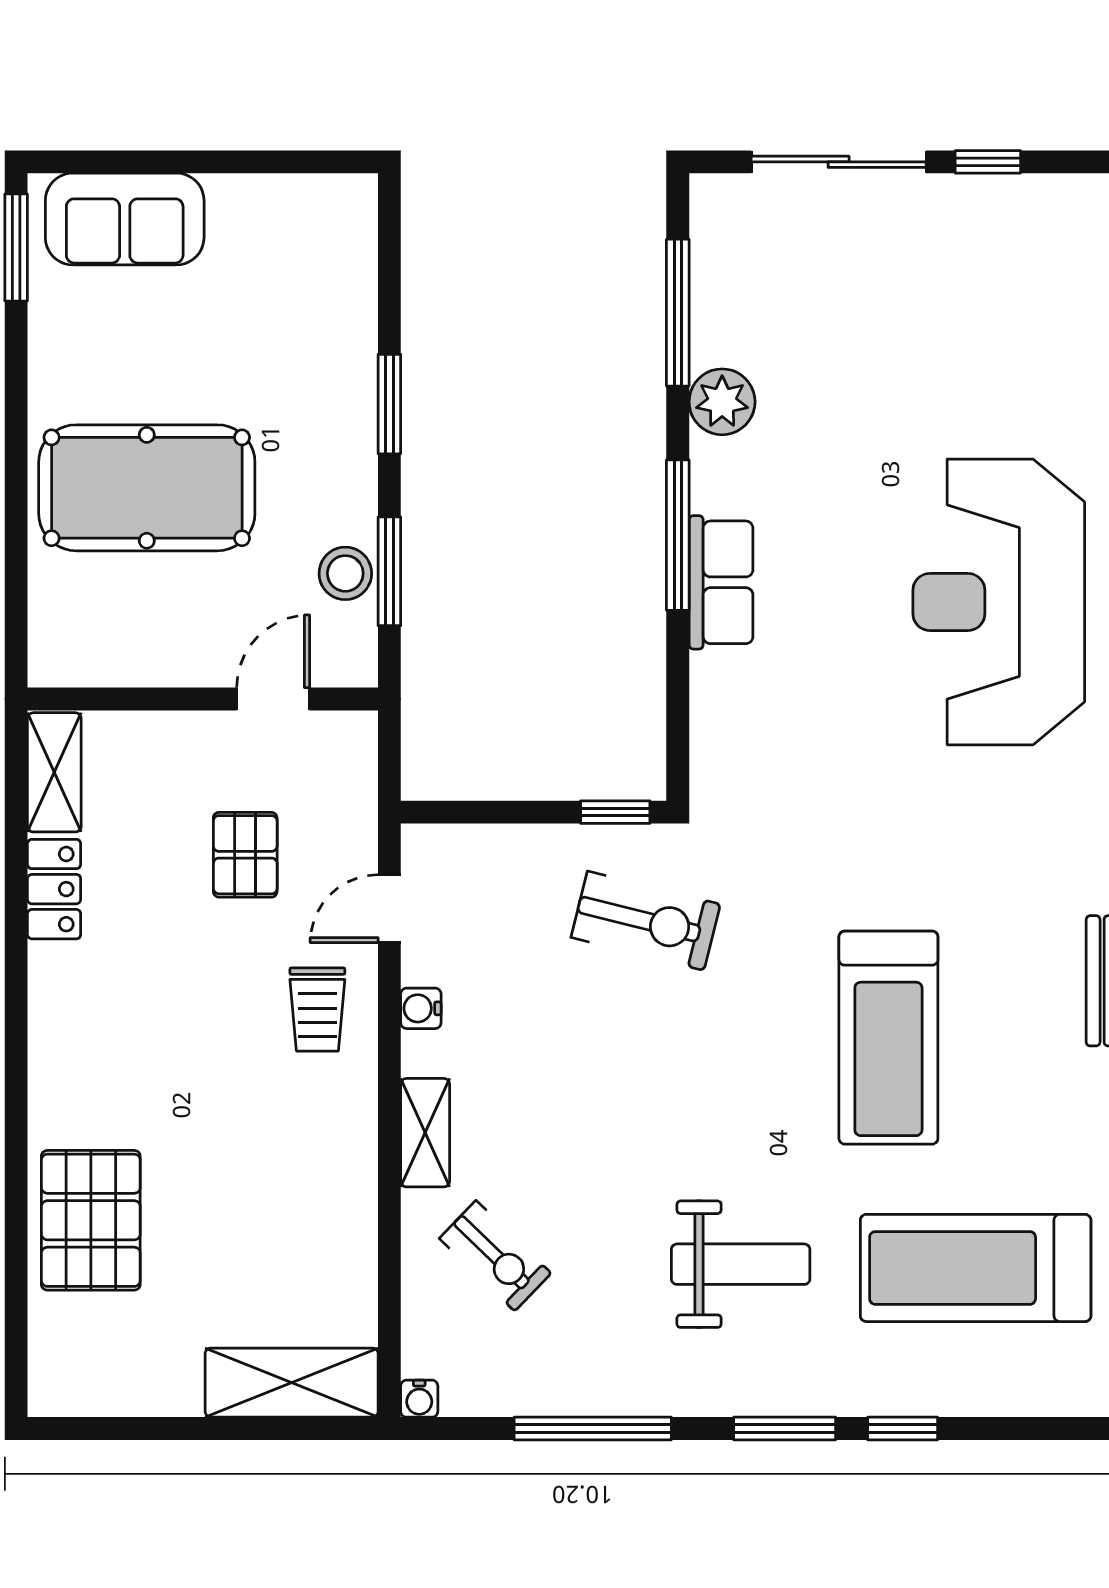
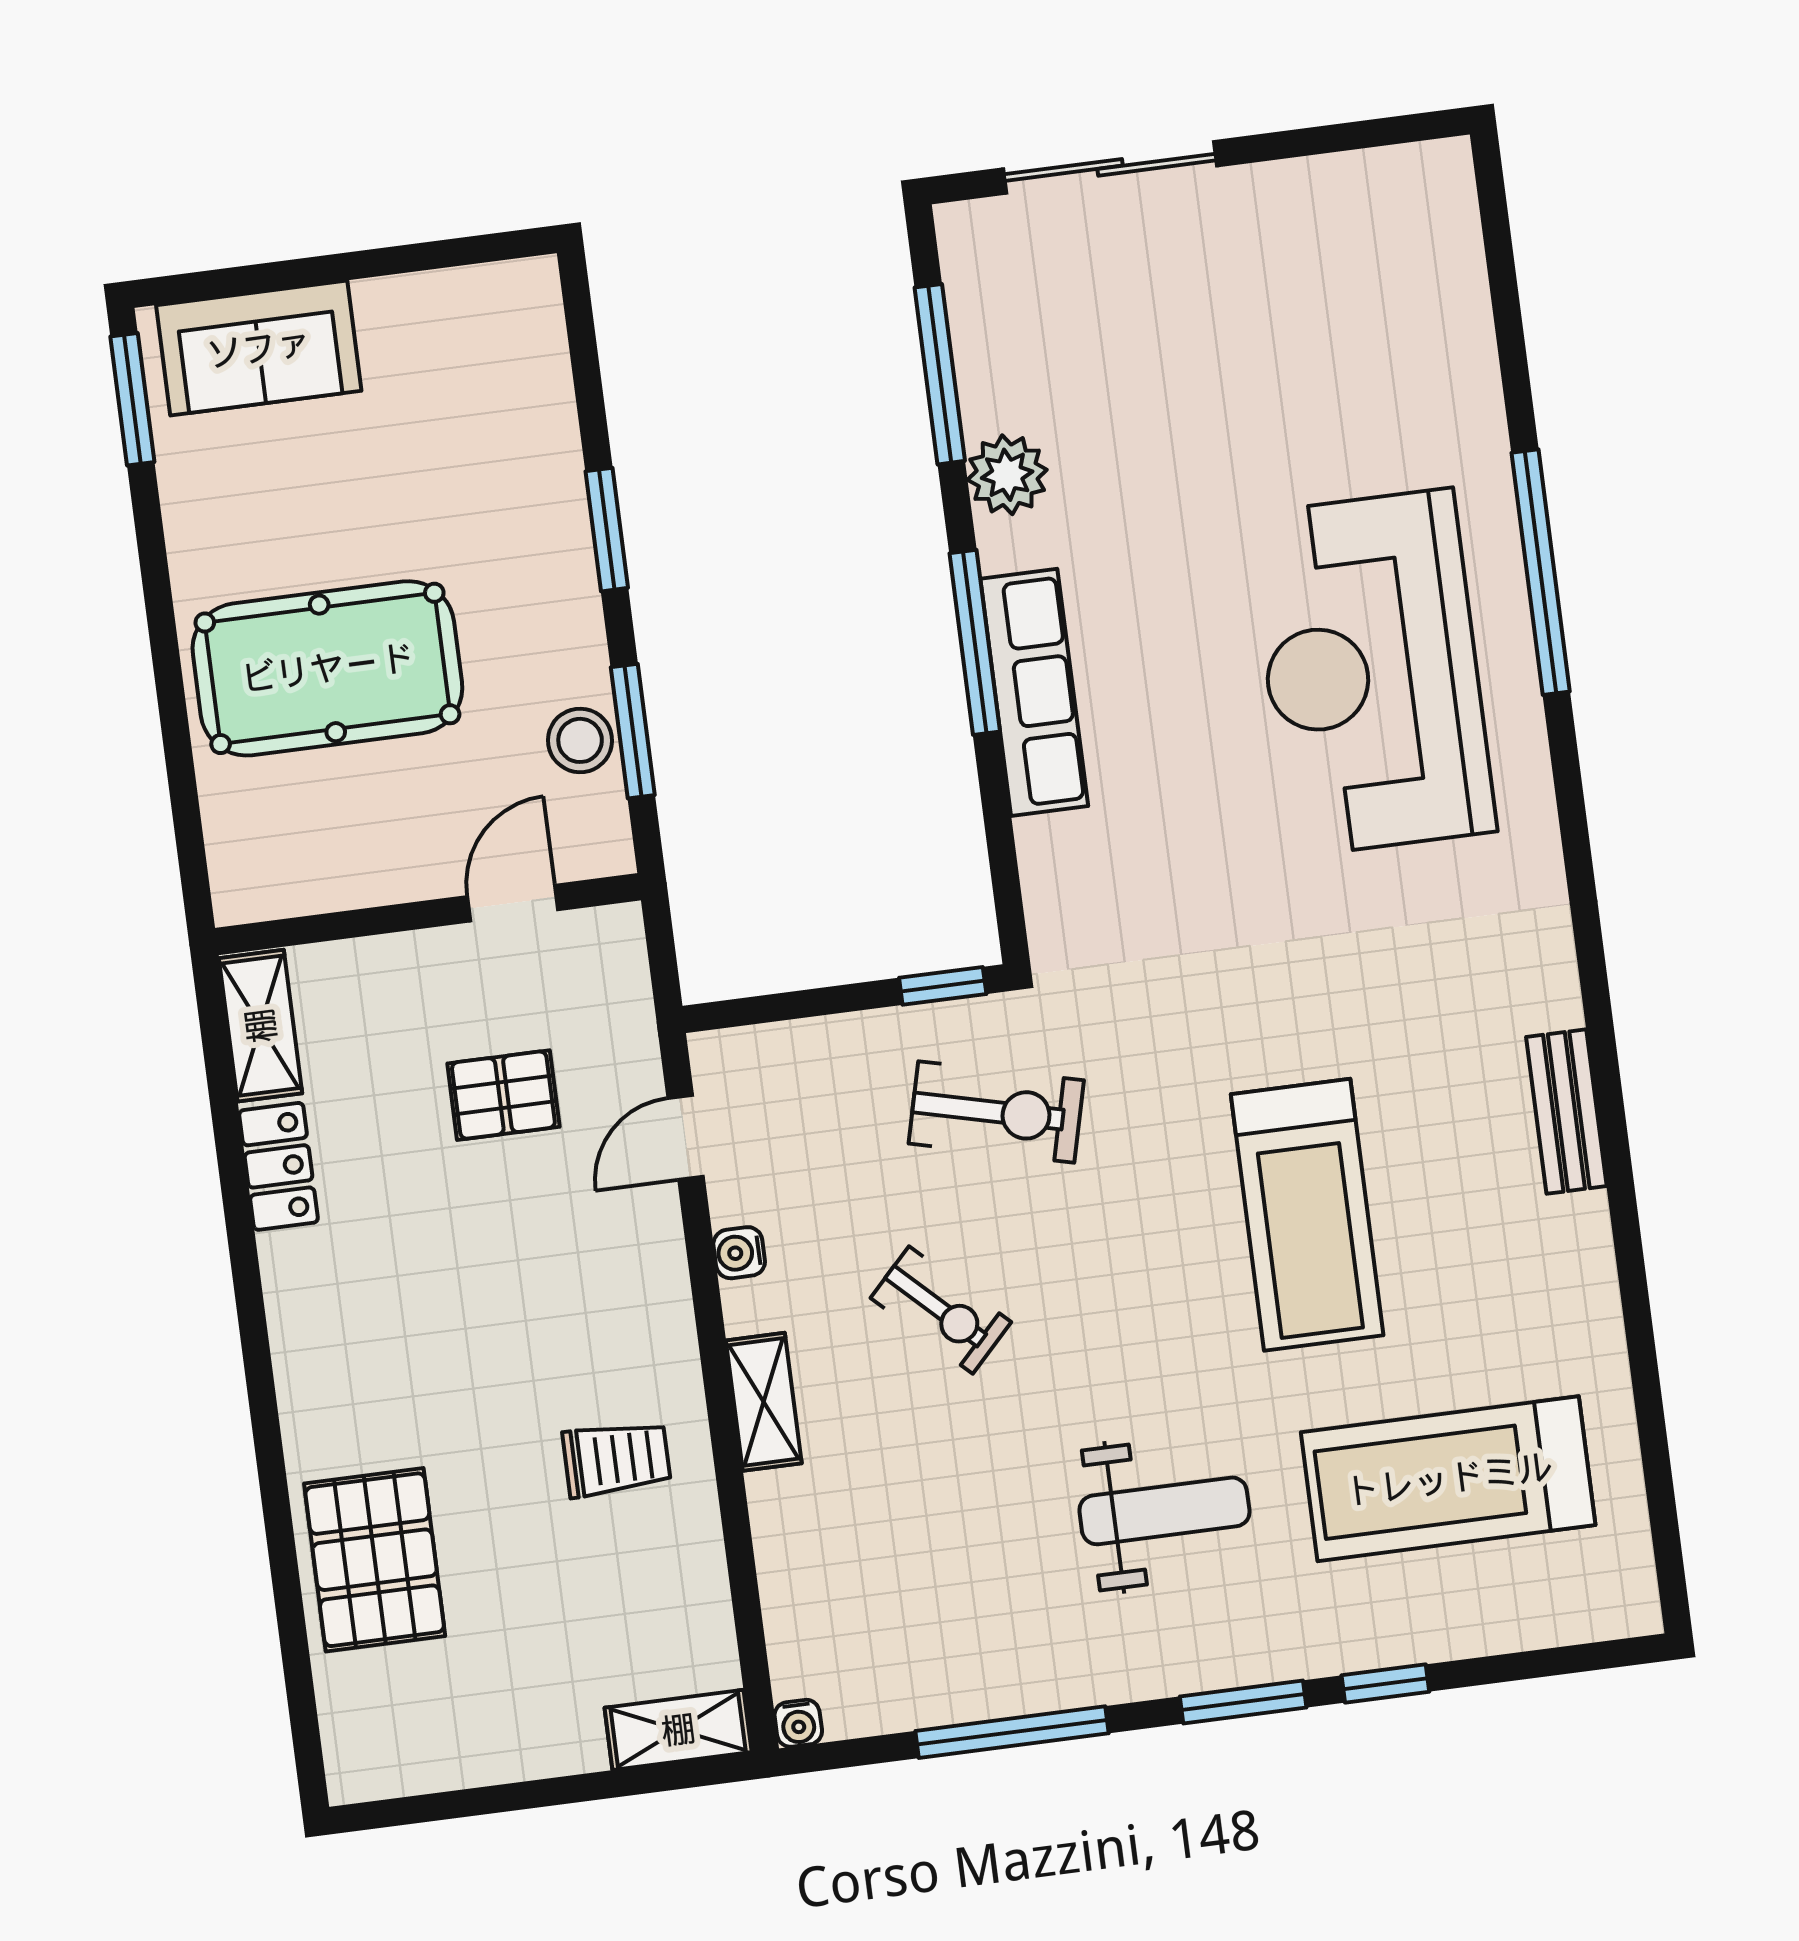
window: (988, 162) -> (1290, 144), removed
row of seats: (721, 582) -> (1034, 692), width x1.48
pallet: (245, 855) -> (503, 1095), turned 90
trolley: (317, 1009) -> (617, 1459), moved, turned -90
exercise bike: (495, 1256) -> (941, 1310), moved
shelving: (292, 1383) -> (678, 1730), width x0.67, depth x0.75

